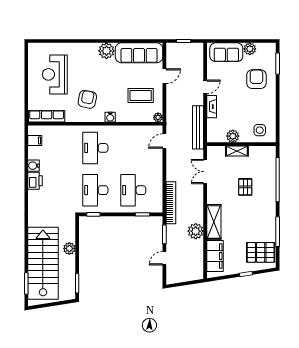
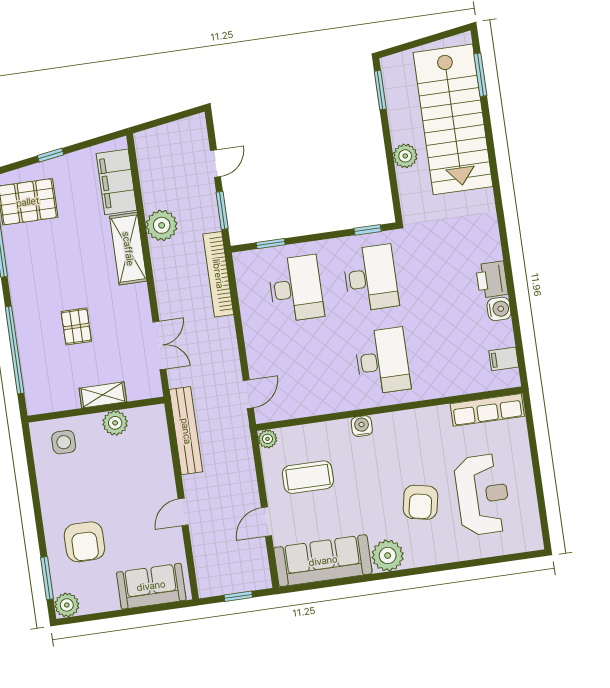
plant: (250, 49) -> (67, 605), moved
armchair: (87, 99) -> (420, 502), moved
fireplace: (212, 107) -> (165, 475), removed

